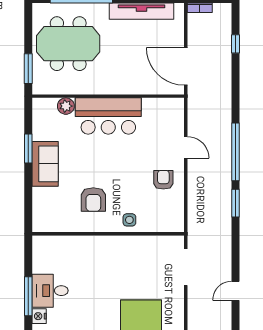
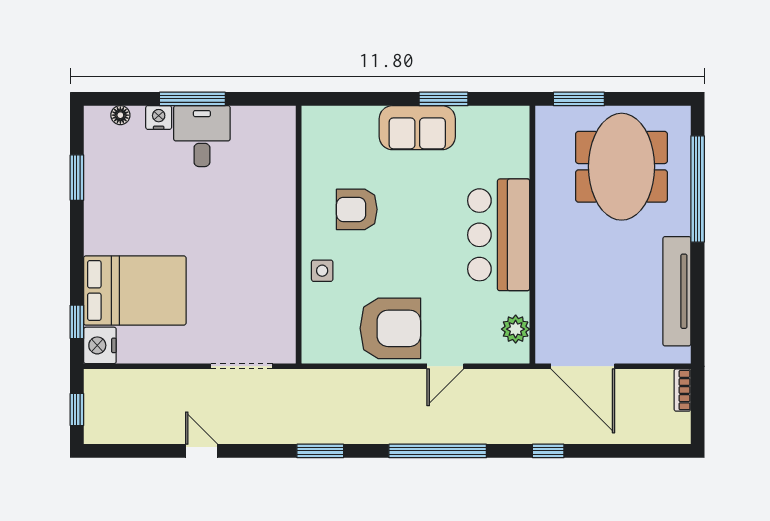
window: (236, 44) -> (548, 451), moved
door: (186, 66) -> (583, 366), swing flipped
plant: (66, 106) -> (516, 329), moved
armchair: (163, 180) -> (390, 328), width x1.88, depth x1.88
window: (236, 203) -> (320, 451), moved

